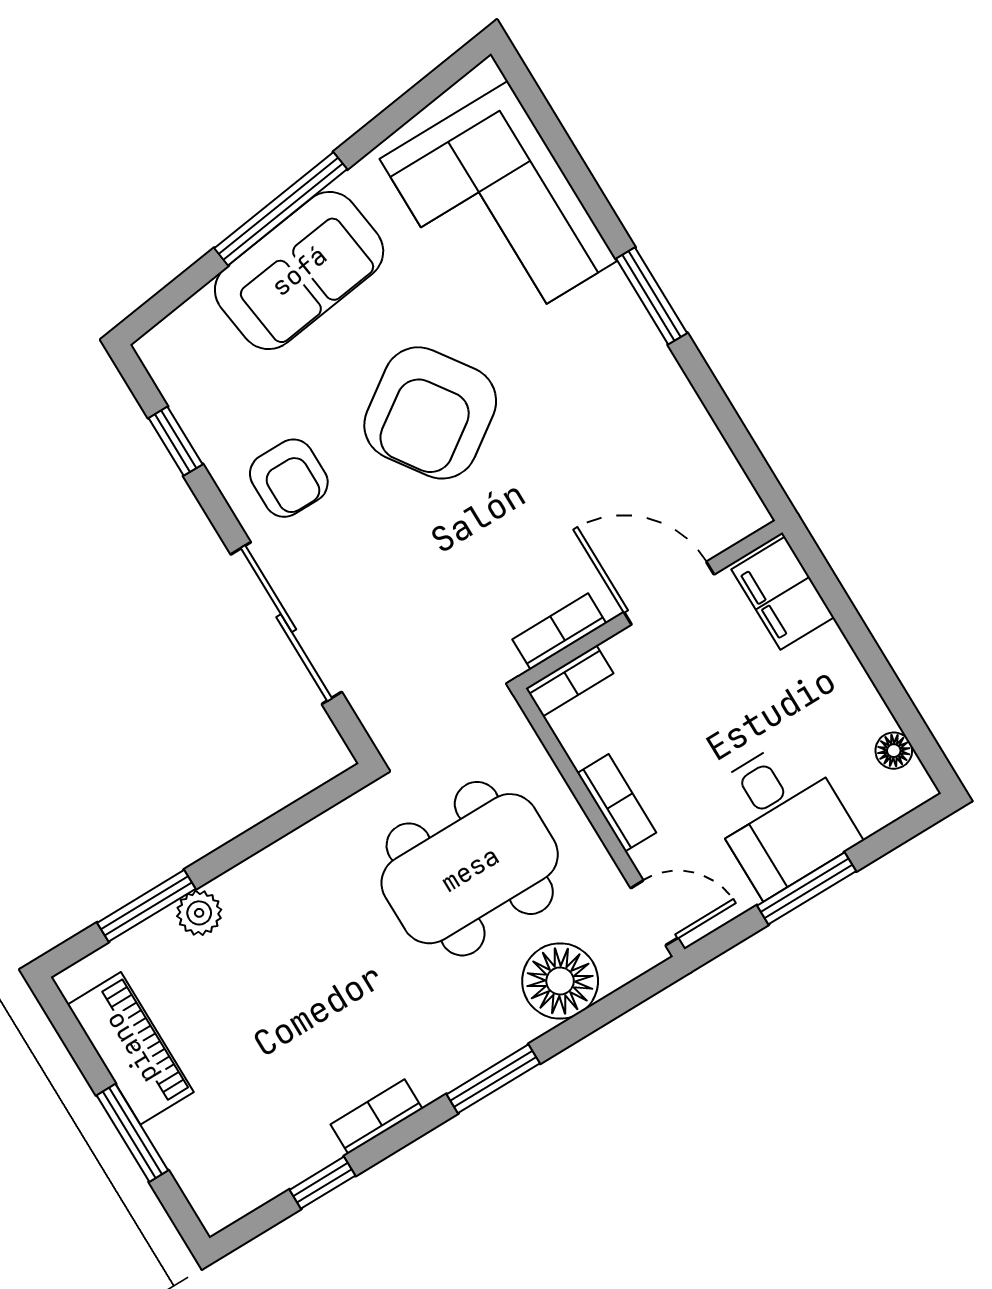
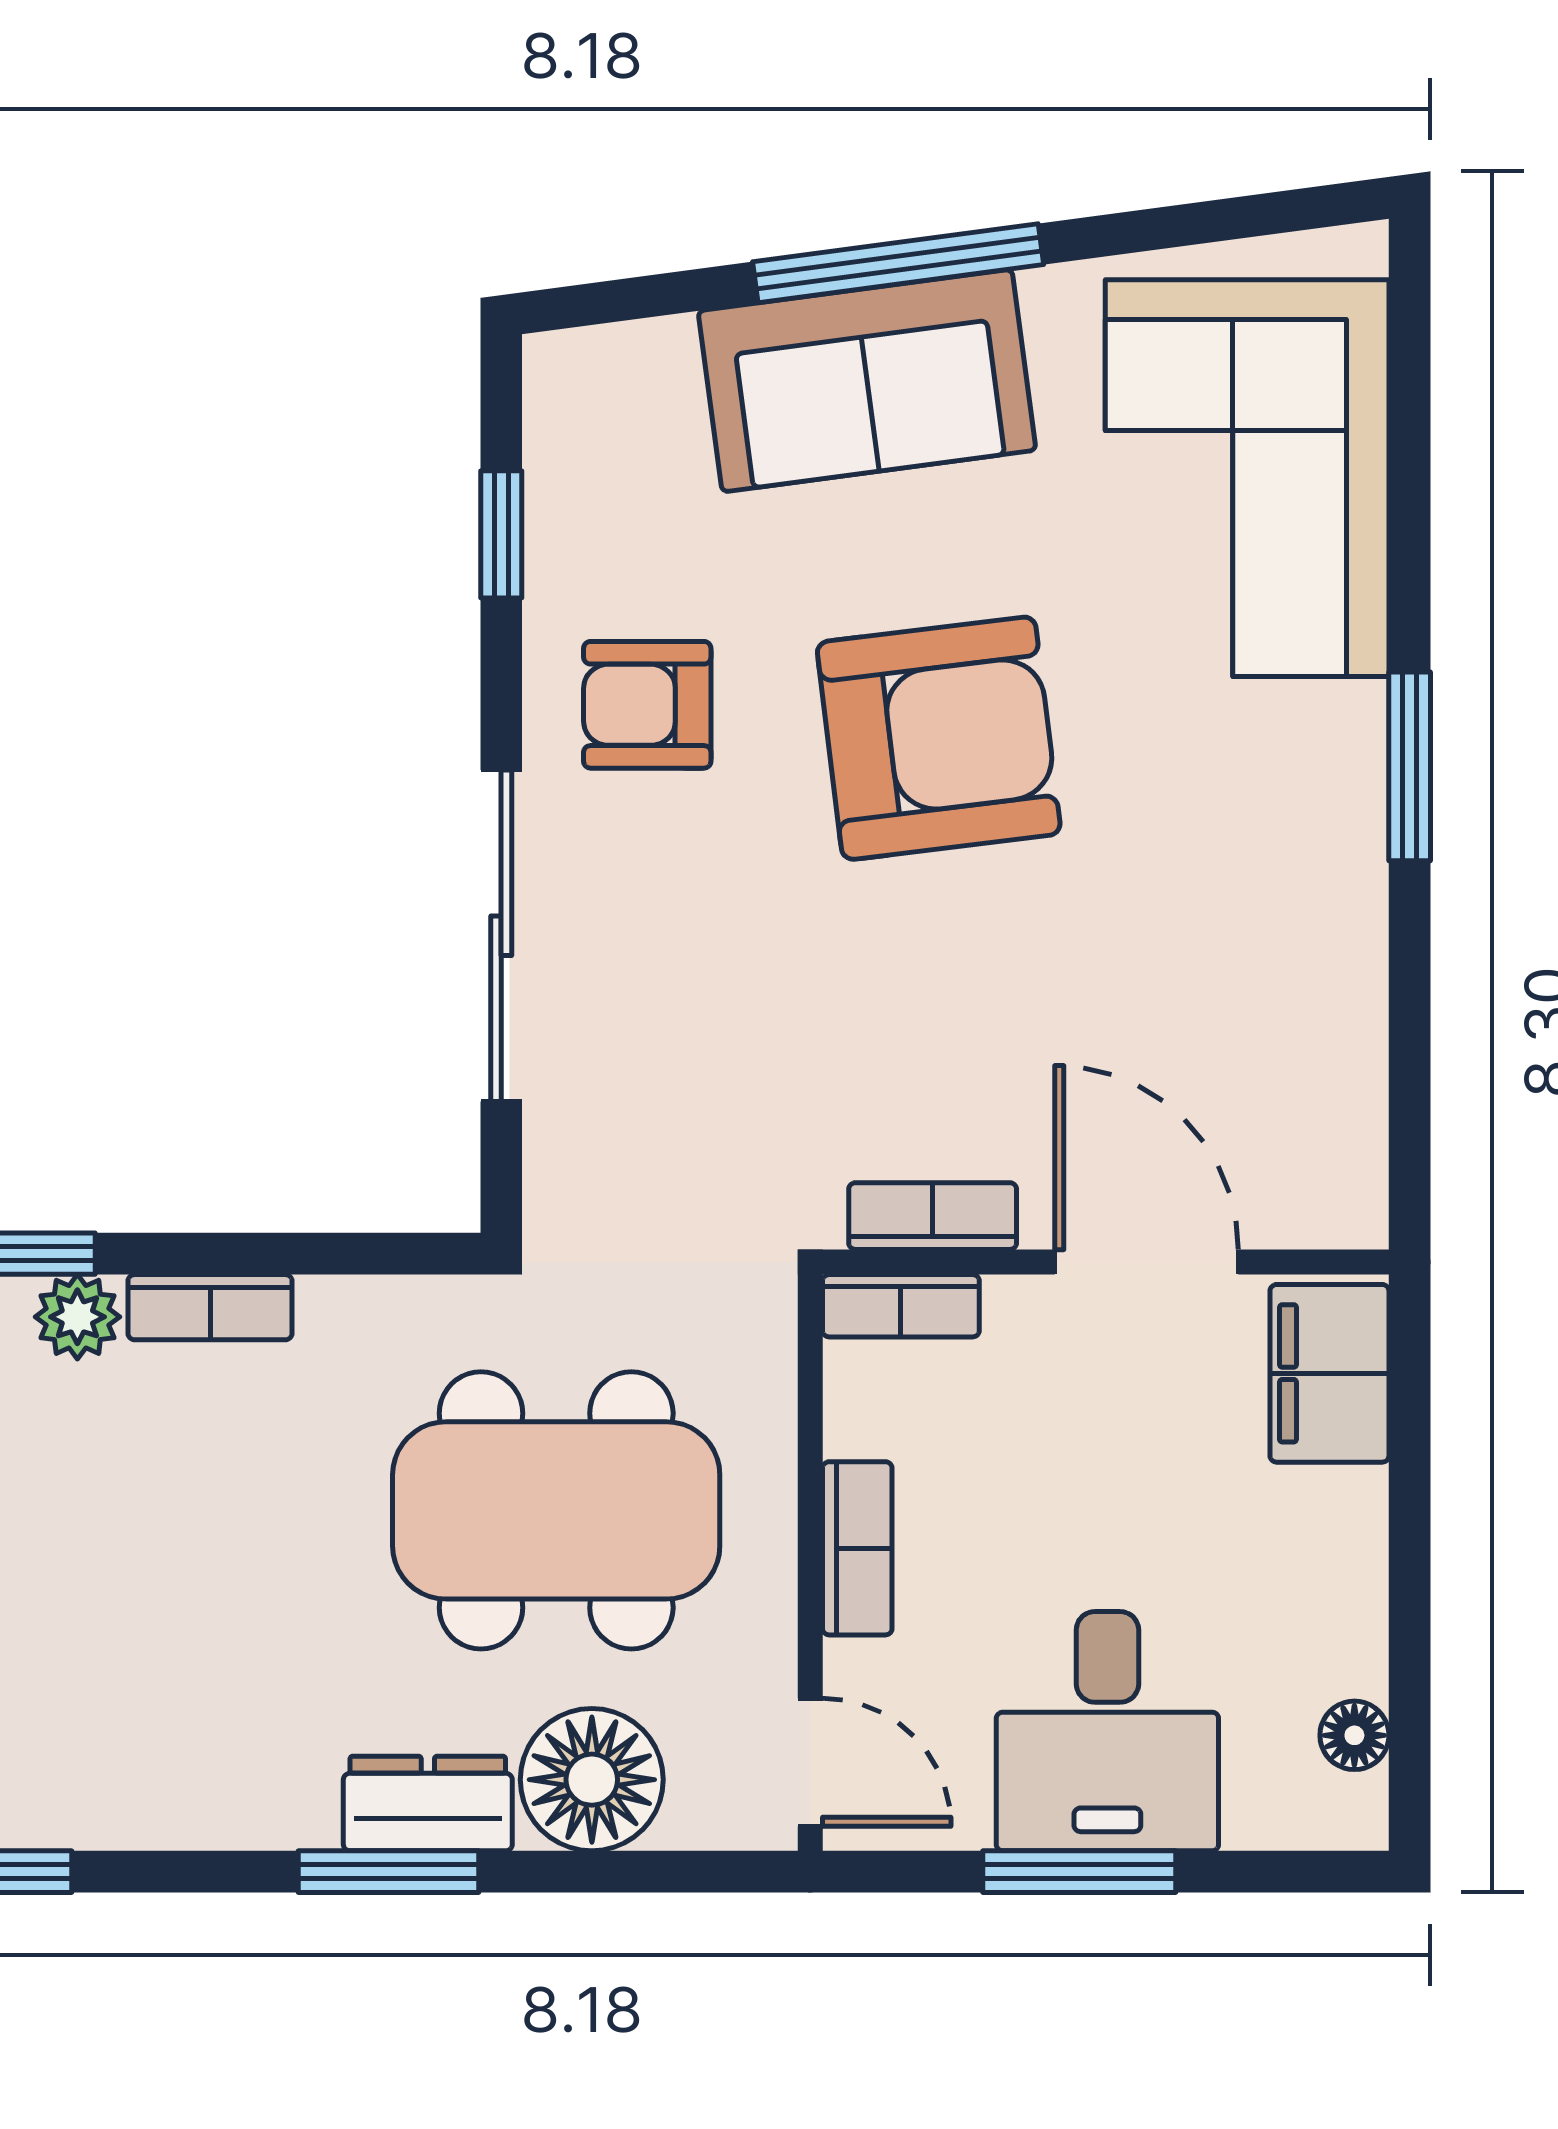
armchair: (430, 413) -> (939, 738), turned -152
armchair: (289, 478) -> (647, 705), turned 90
dresser: (492, 1037) -> (428, 1803), added
bookcase: (376, 1117) -> (210, 1307), moved, turned 180

